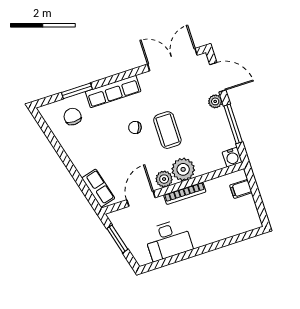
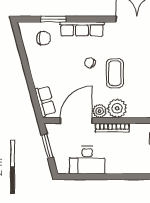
chair: (73, 117) -> (44, 38), turned 90
door: (141, 199) -> (76, 121), width x1.36

